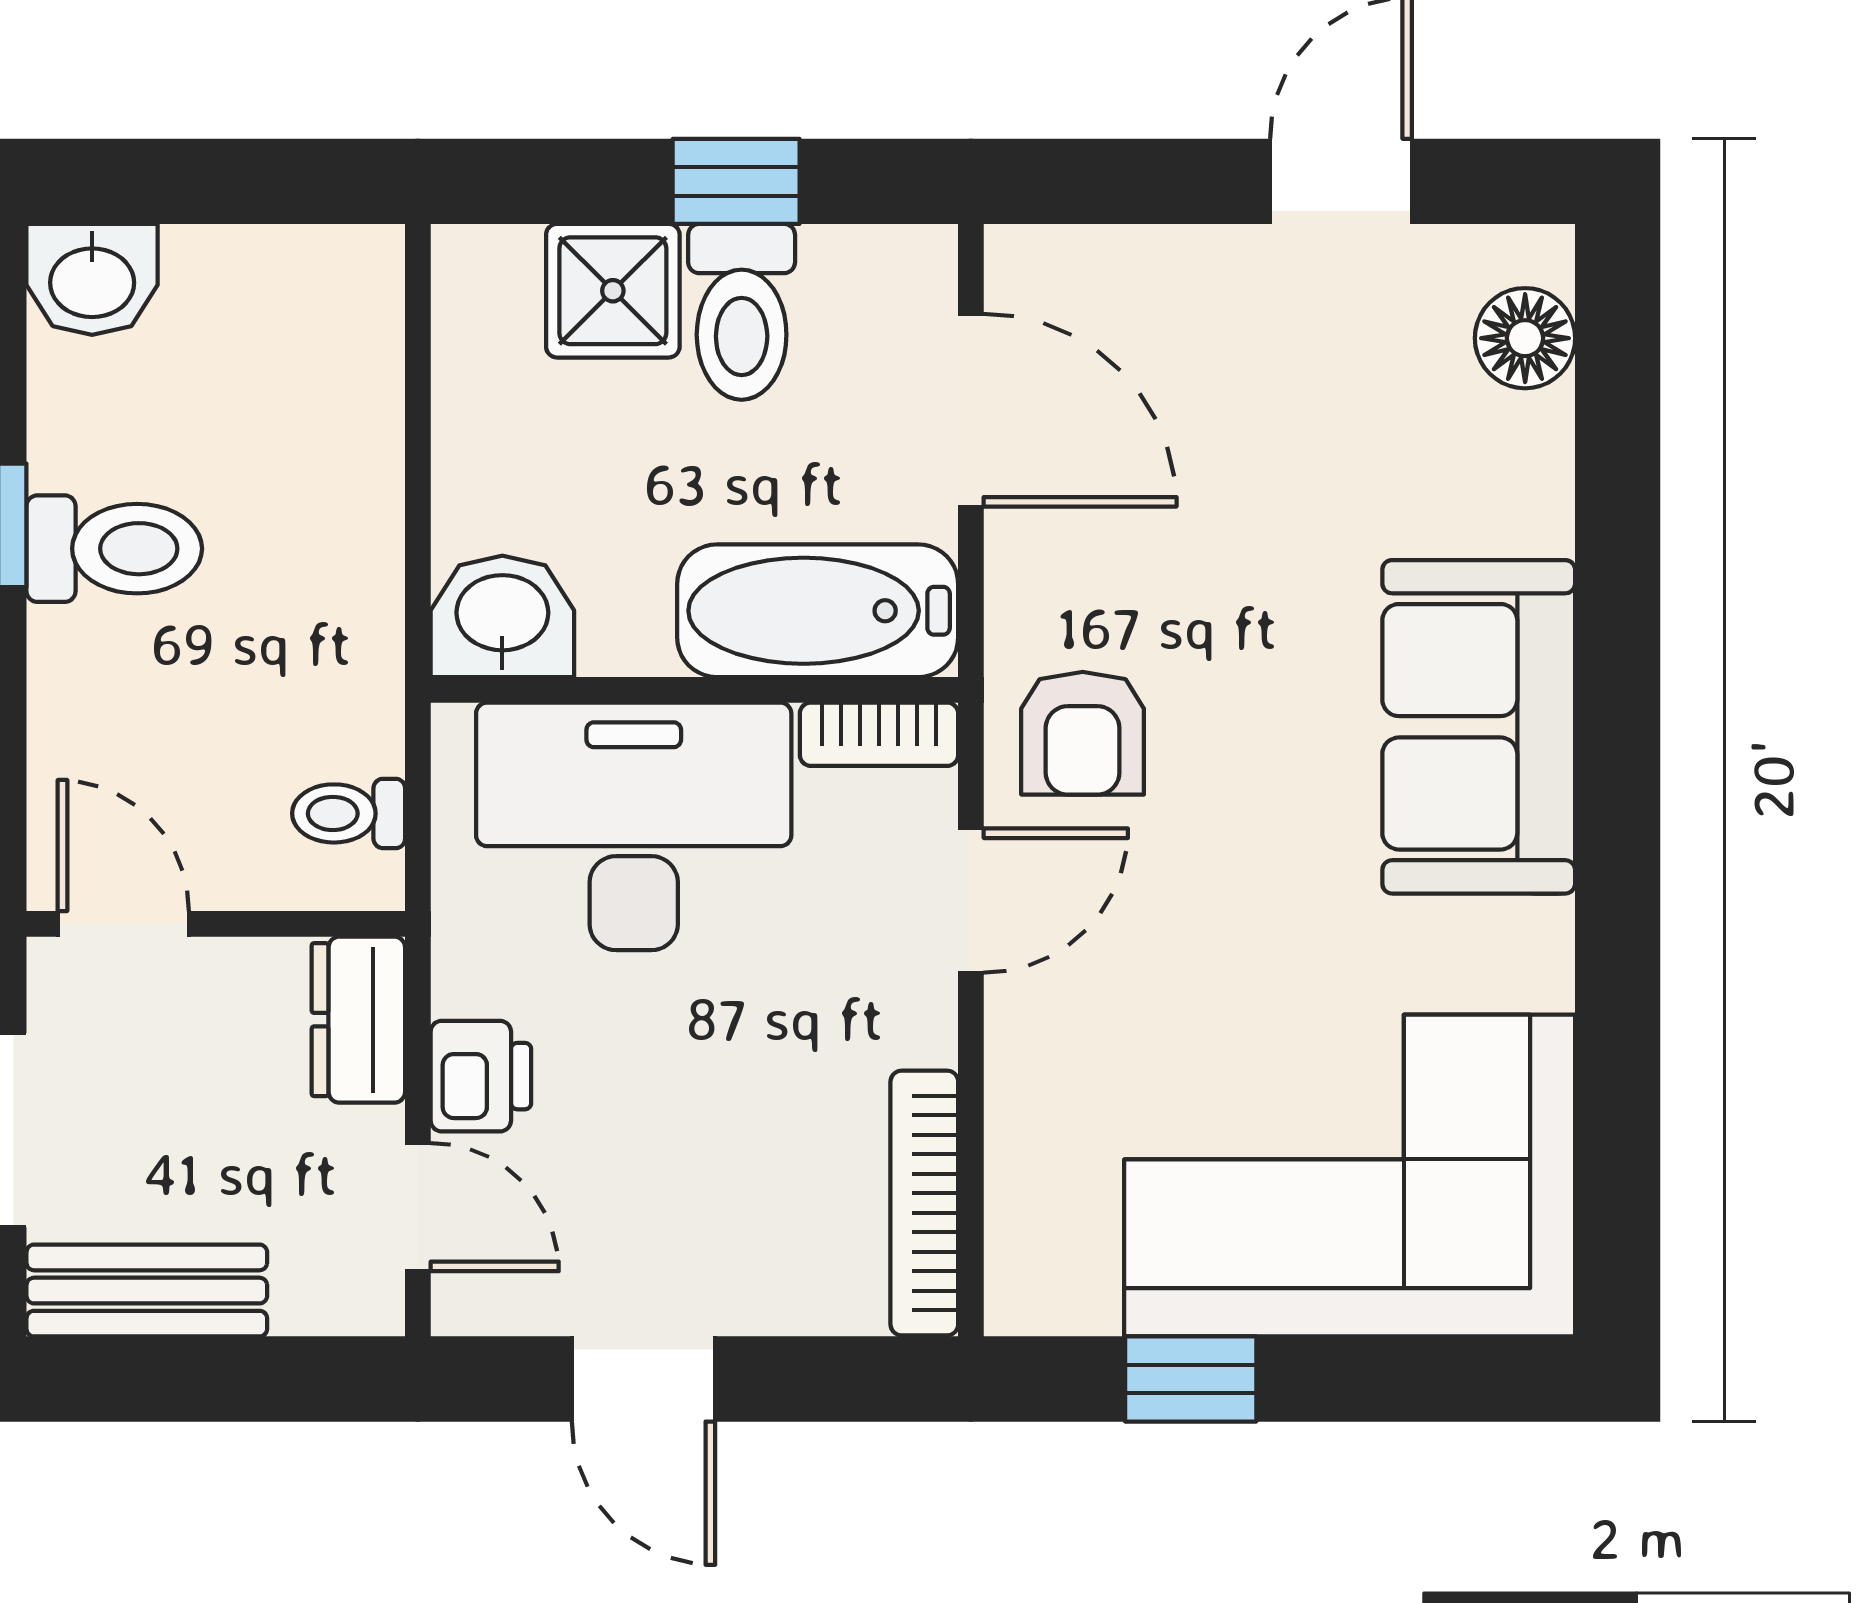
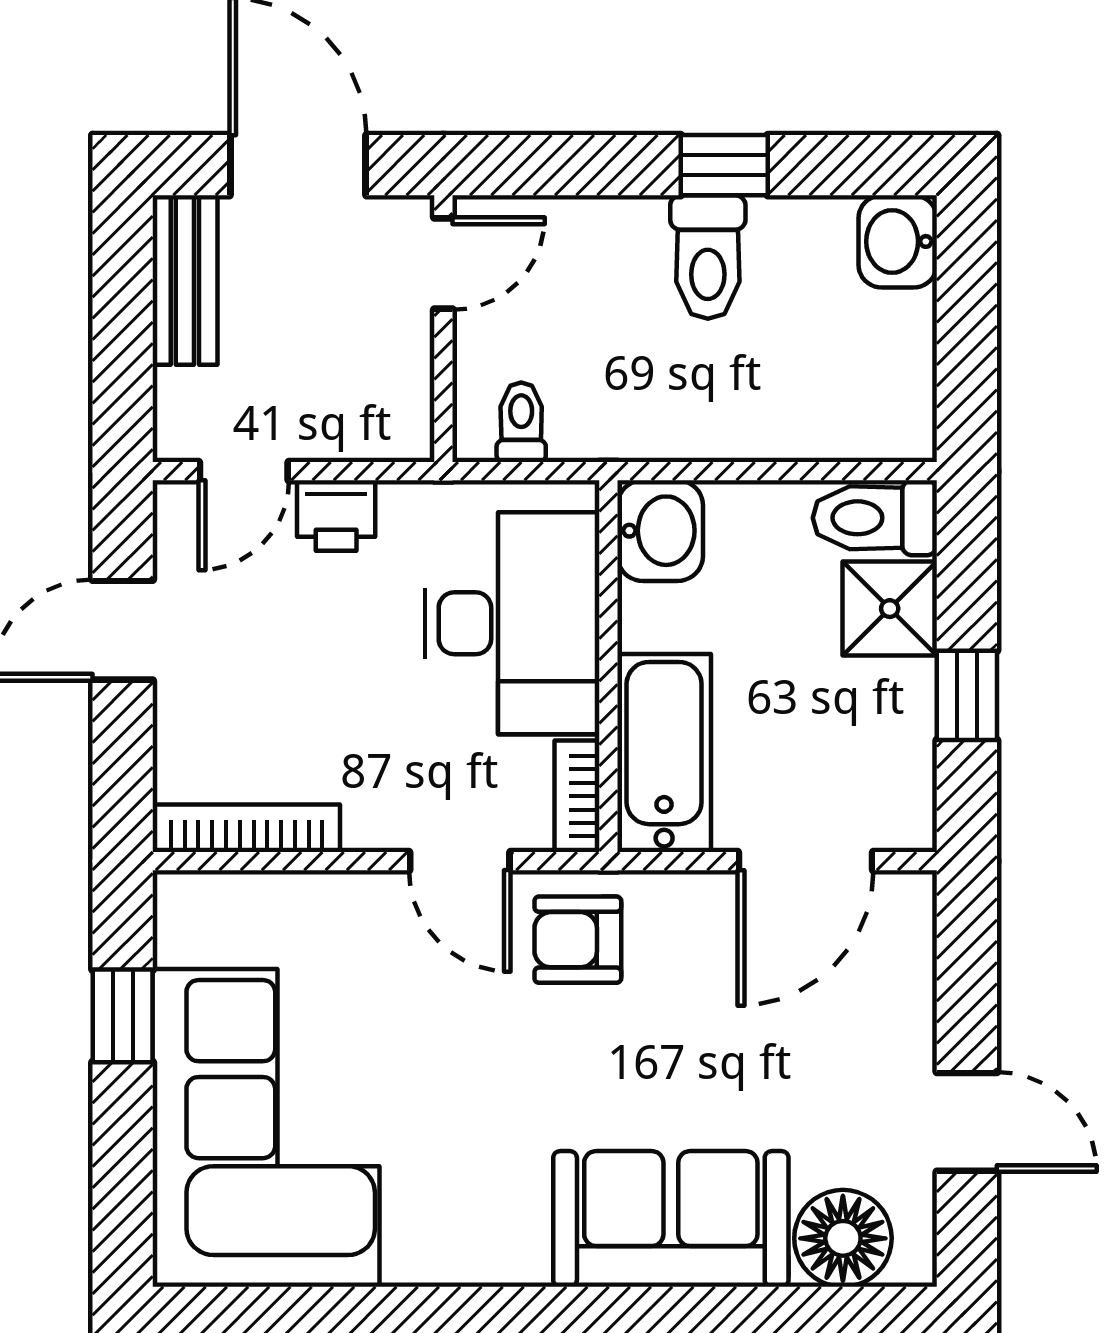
toilet: (742, 312) -> (875, 518), moved
floor lamp: (1525, 338) -> (843, 1238), width x1.38, depth x1.38
sofa: (1479, 727) -> (671, 1219), moved
dresser: (358, 1020) -> (376, 429), removed

